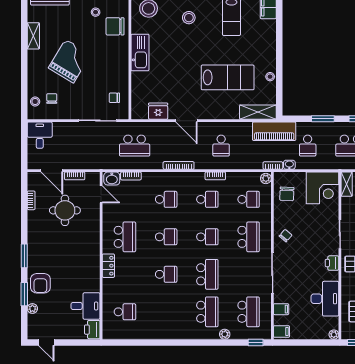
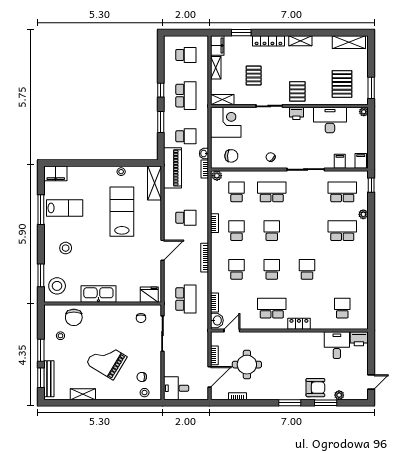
fridge: (158, 111) -> (149, 295), moved, turned 90
school desk: (207, 274) -> (307, 231), removed

